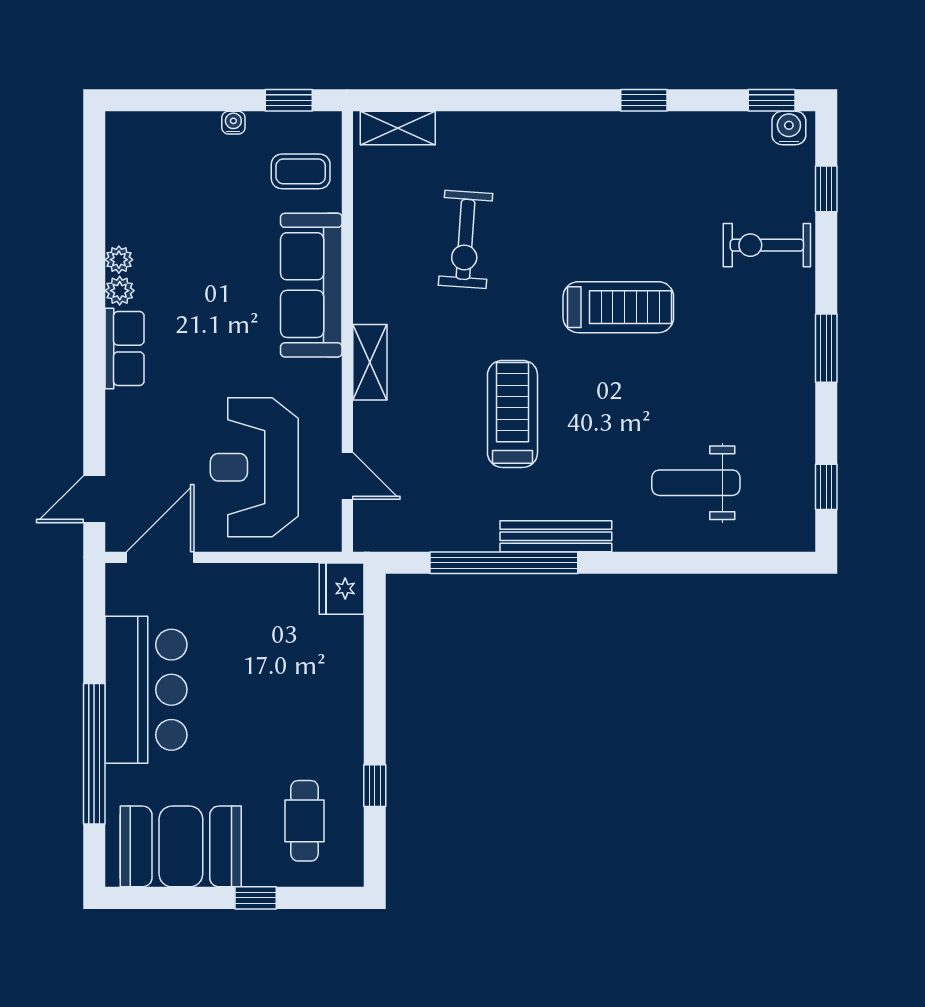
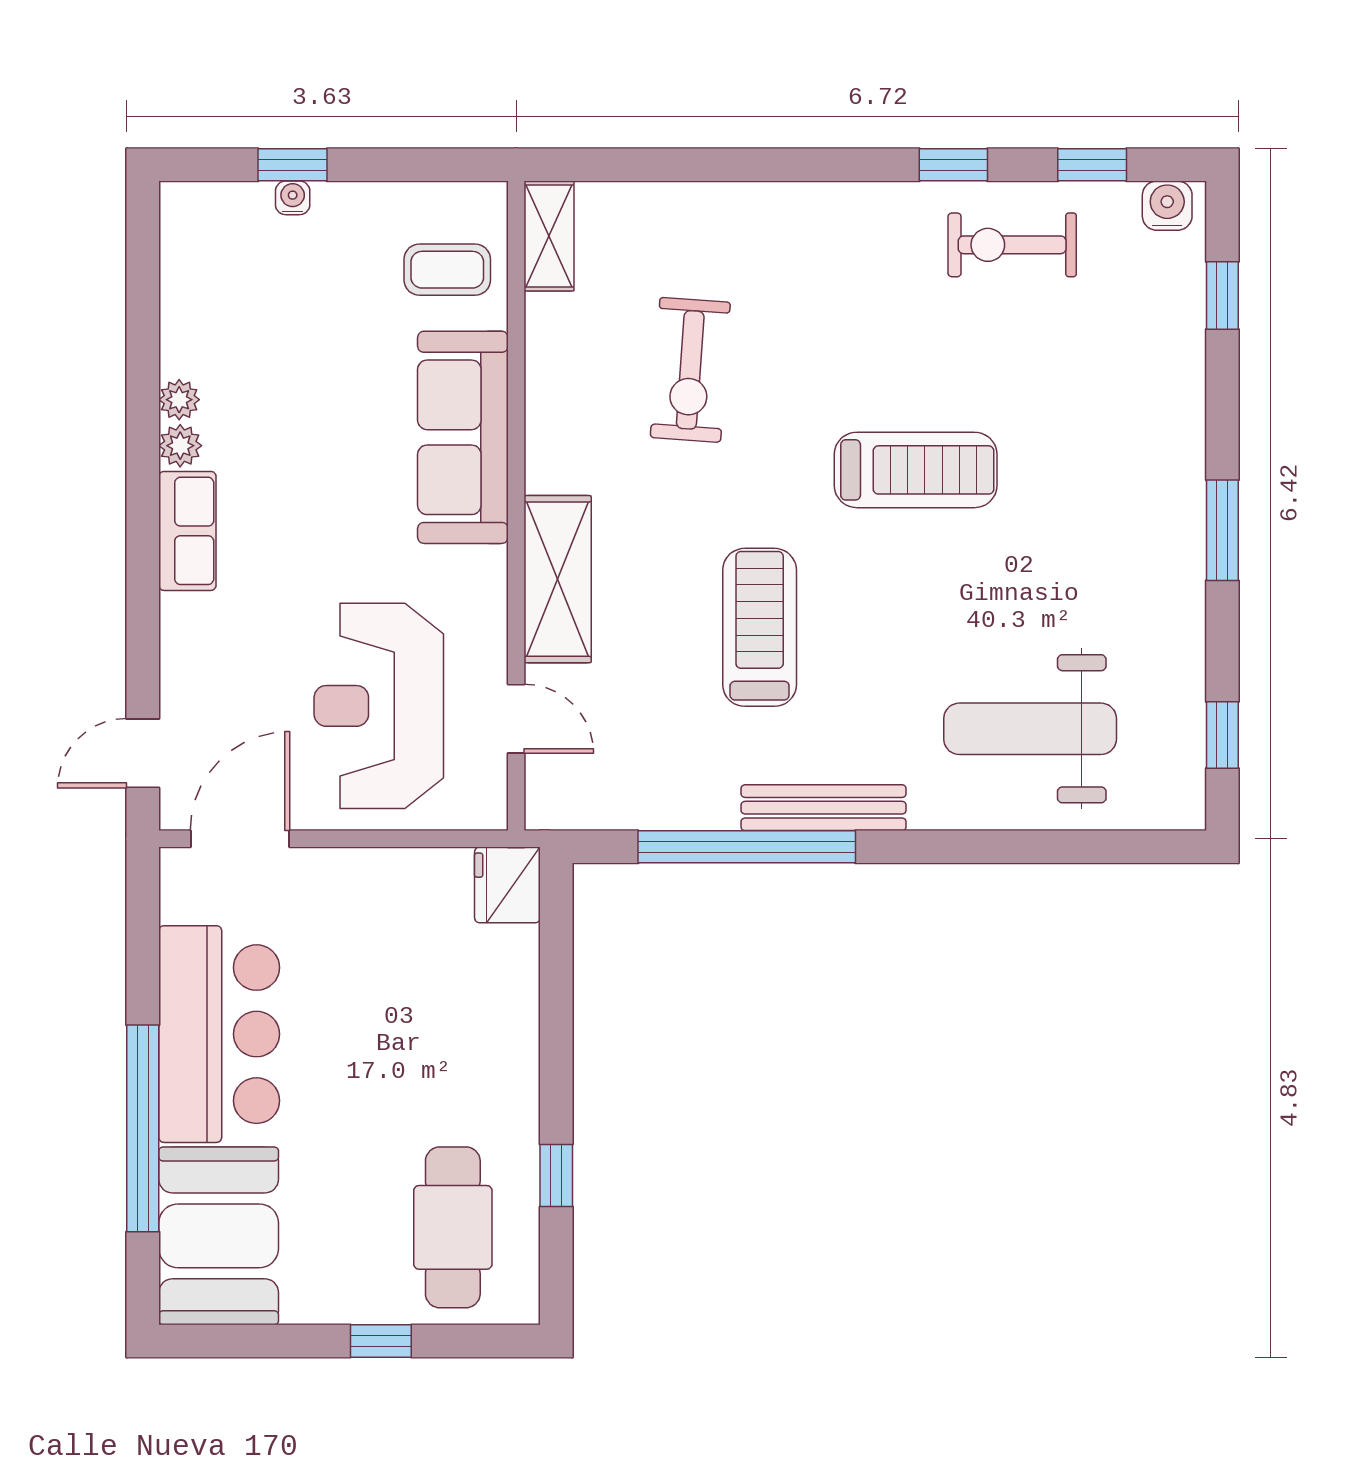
window: (289, 100) -> (293, 165), moved
window: (772, 100) -> (1092, 165), moved
water cooler: (233, 123) -> (293, 198), moved
shelving: (398, 128) -> (549, 236), moved, turned 90
exercise bike: (767, 245) -> (1012, 245), moved
shelving: (370, 362) -> (558, 579), width x1.50, depth x1.33
weight bench: (696, 483) -> (1030, 729), width x1.36, depth x1.33
cafe table: (304, 821) -> (453, 1227), width x1.37, depth x1.35
booth: (181, 846) -> (219, 1236), moved, turned 90

